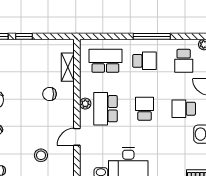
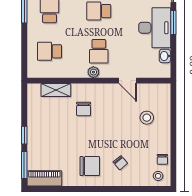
school desk: (105, 61) -> (50, 51), width x0.54
school desk: (105, 109) -> (99, 51), width x0.54

